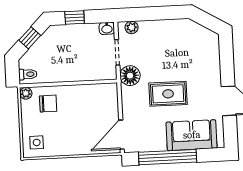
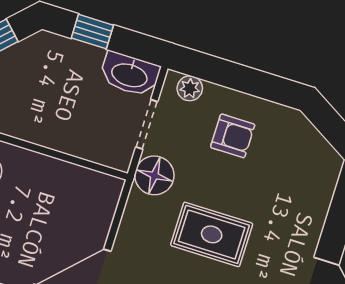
washbasin: (107, 28) -> (130, 74), width x1.91, depth x1.45
armchair: (161, 43) -> (233, 136), added

